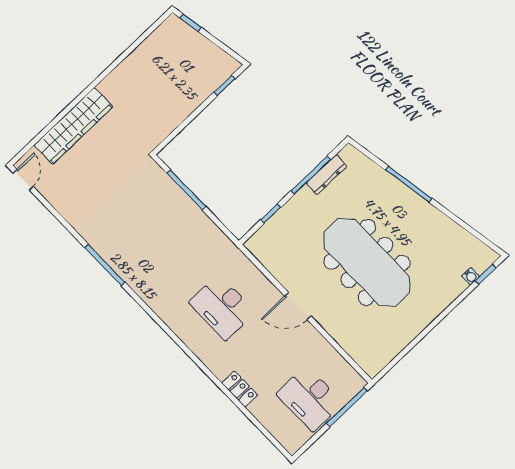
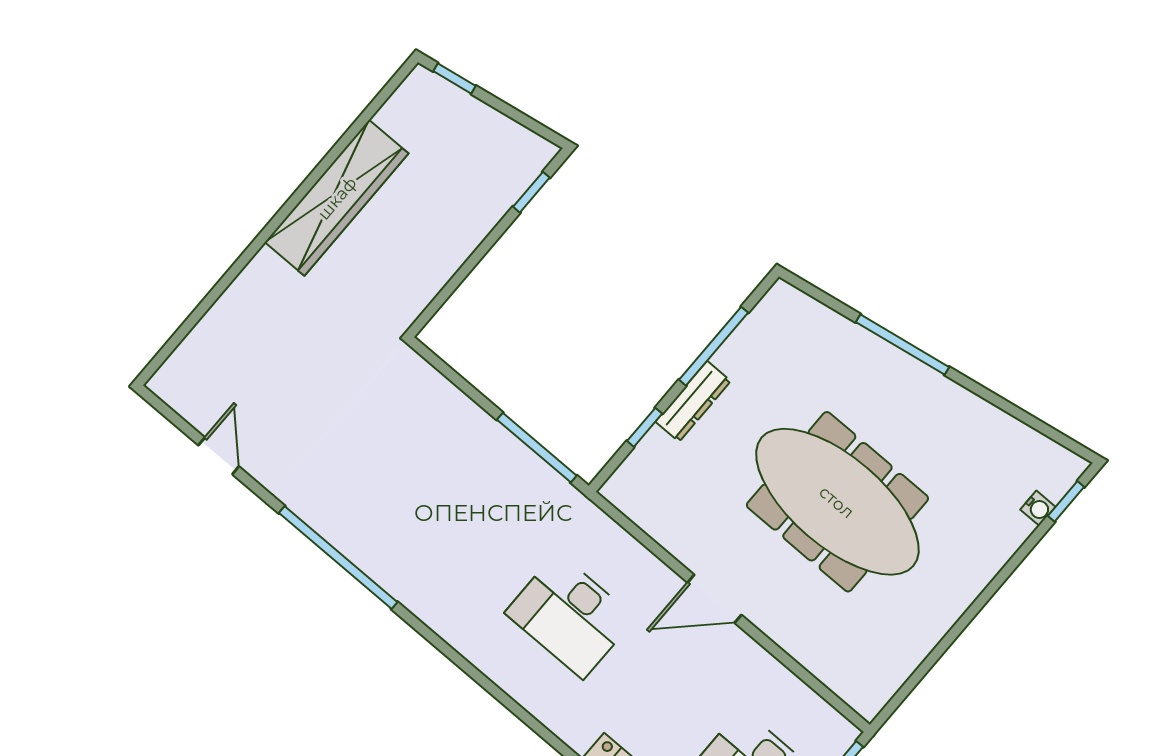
wardrobe: (73, 126) -> (337, 198), moved
dresser: (326, 175) -> (693, 401), moved
door: (23, 180) -> (219, 456), moved
window: (186, 190) -> (537, 448), moved
window: (105, 265) -> (338, 558), width x1.46

